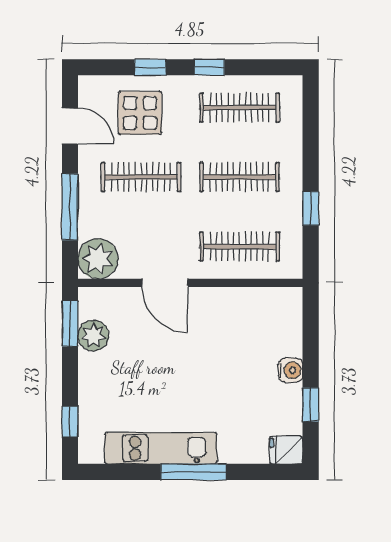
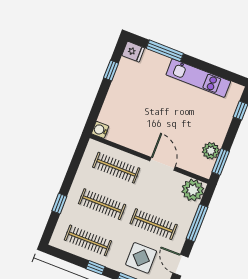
window: (311, 208) -> (59, 204), moved
water cooler: (291, 370) -> (100, 130), moved
window: (194, 472) -> (165, 51), moved

